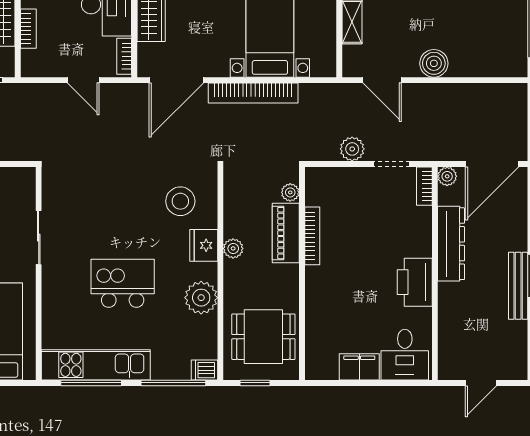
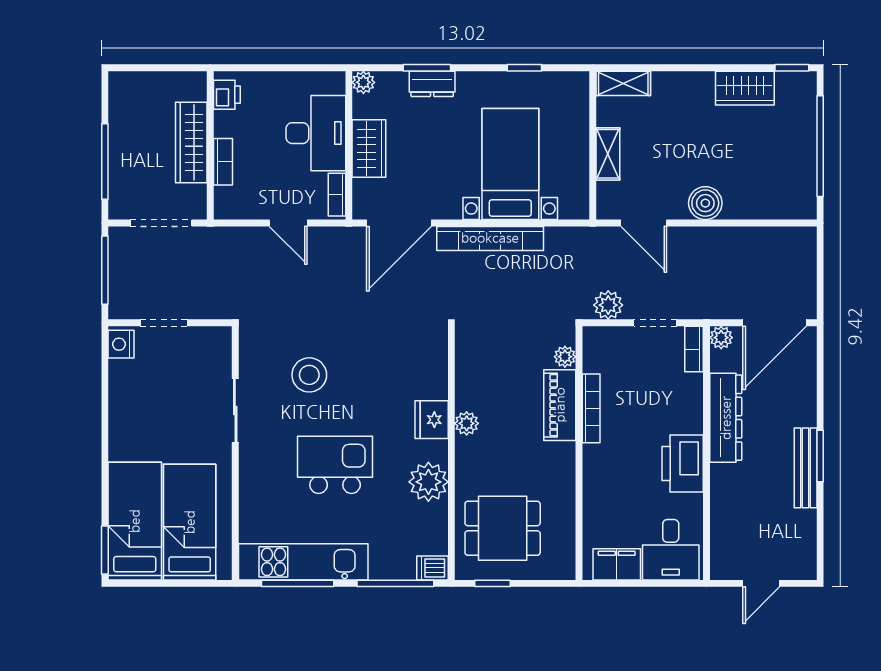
plant: (290, 192) -> (565, 357), moved
stool: (180, 201) -> (309, 375), moved
piano: (286, 233) -> (560, 405), moved
bookcase: (312, 236) -> (591, 408), moved
wall: (302, 273) -> (579, 453), moved

